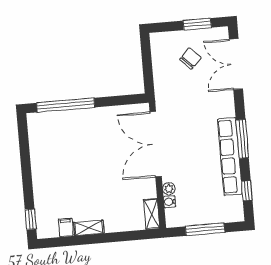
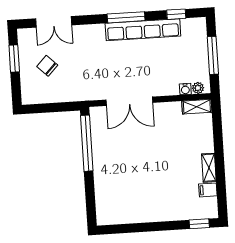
double door: (236, 64) -> (54, 22), width x0.73
window: (66, 105) -> (87, 143), moved
double door: (156, 144) -> (129, 101), width x0.73
plant: (169, 189) -> (198, 88), moved

